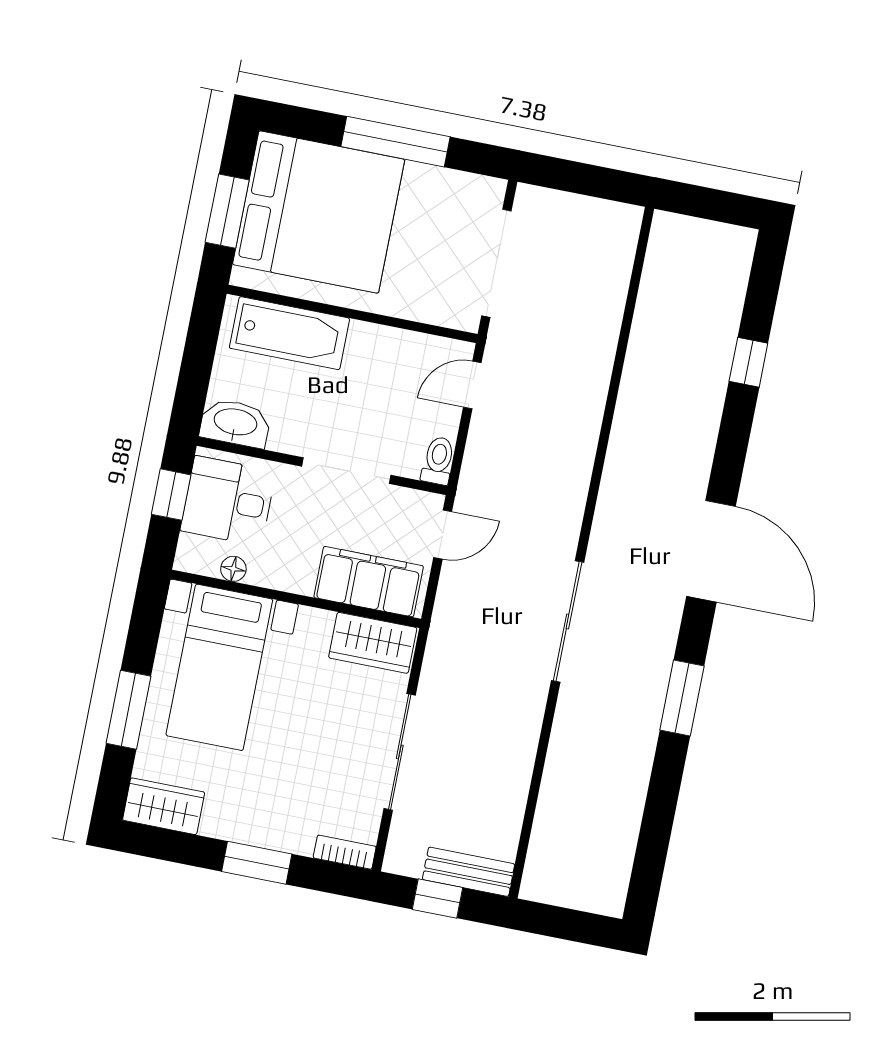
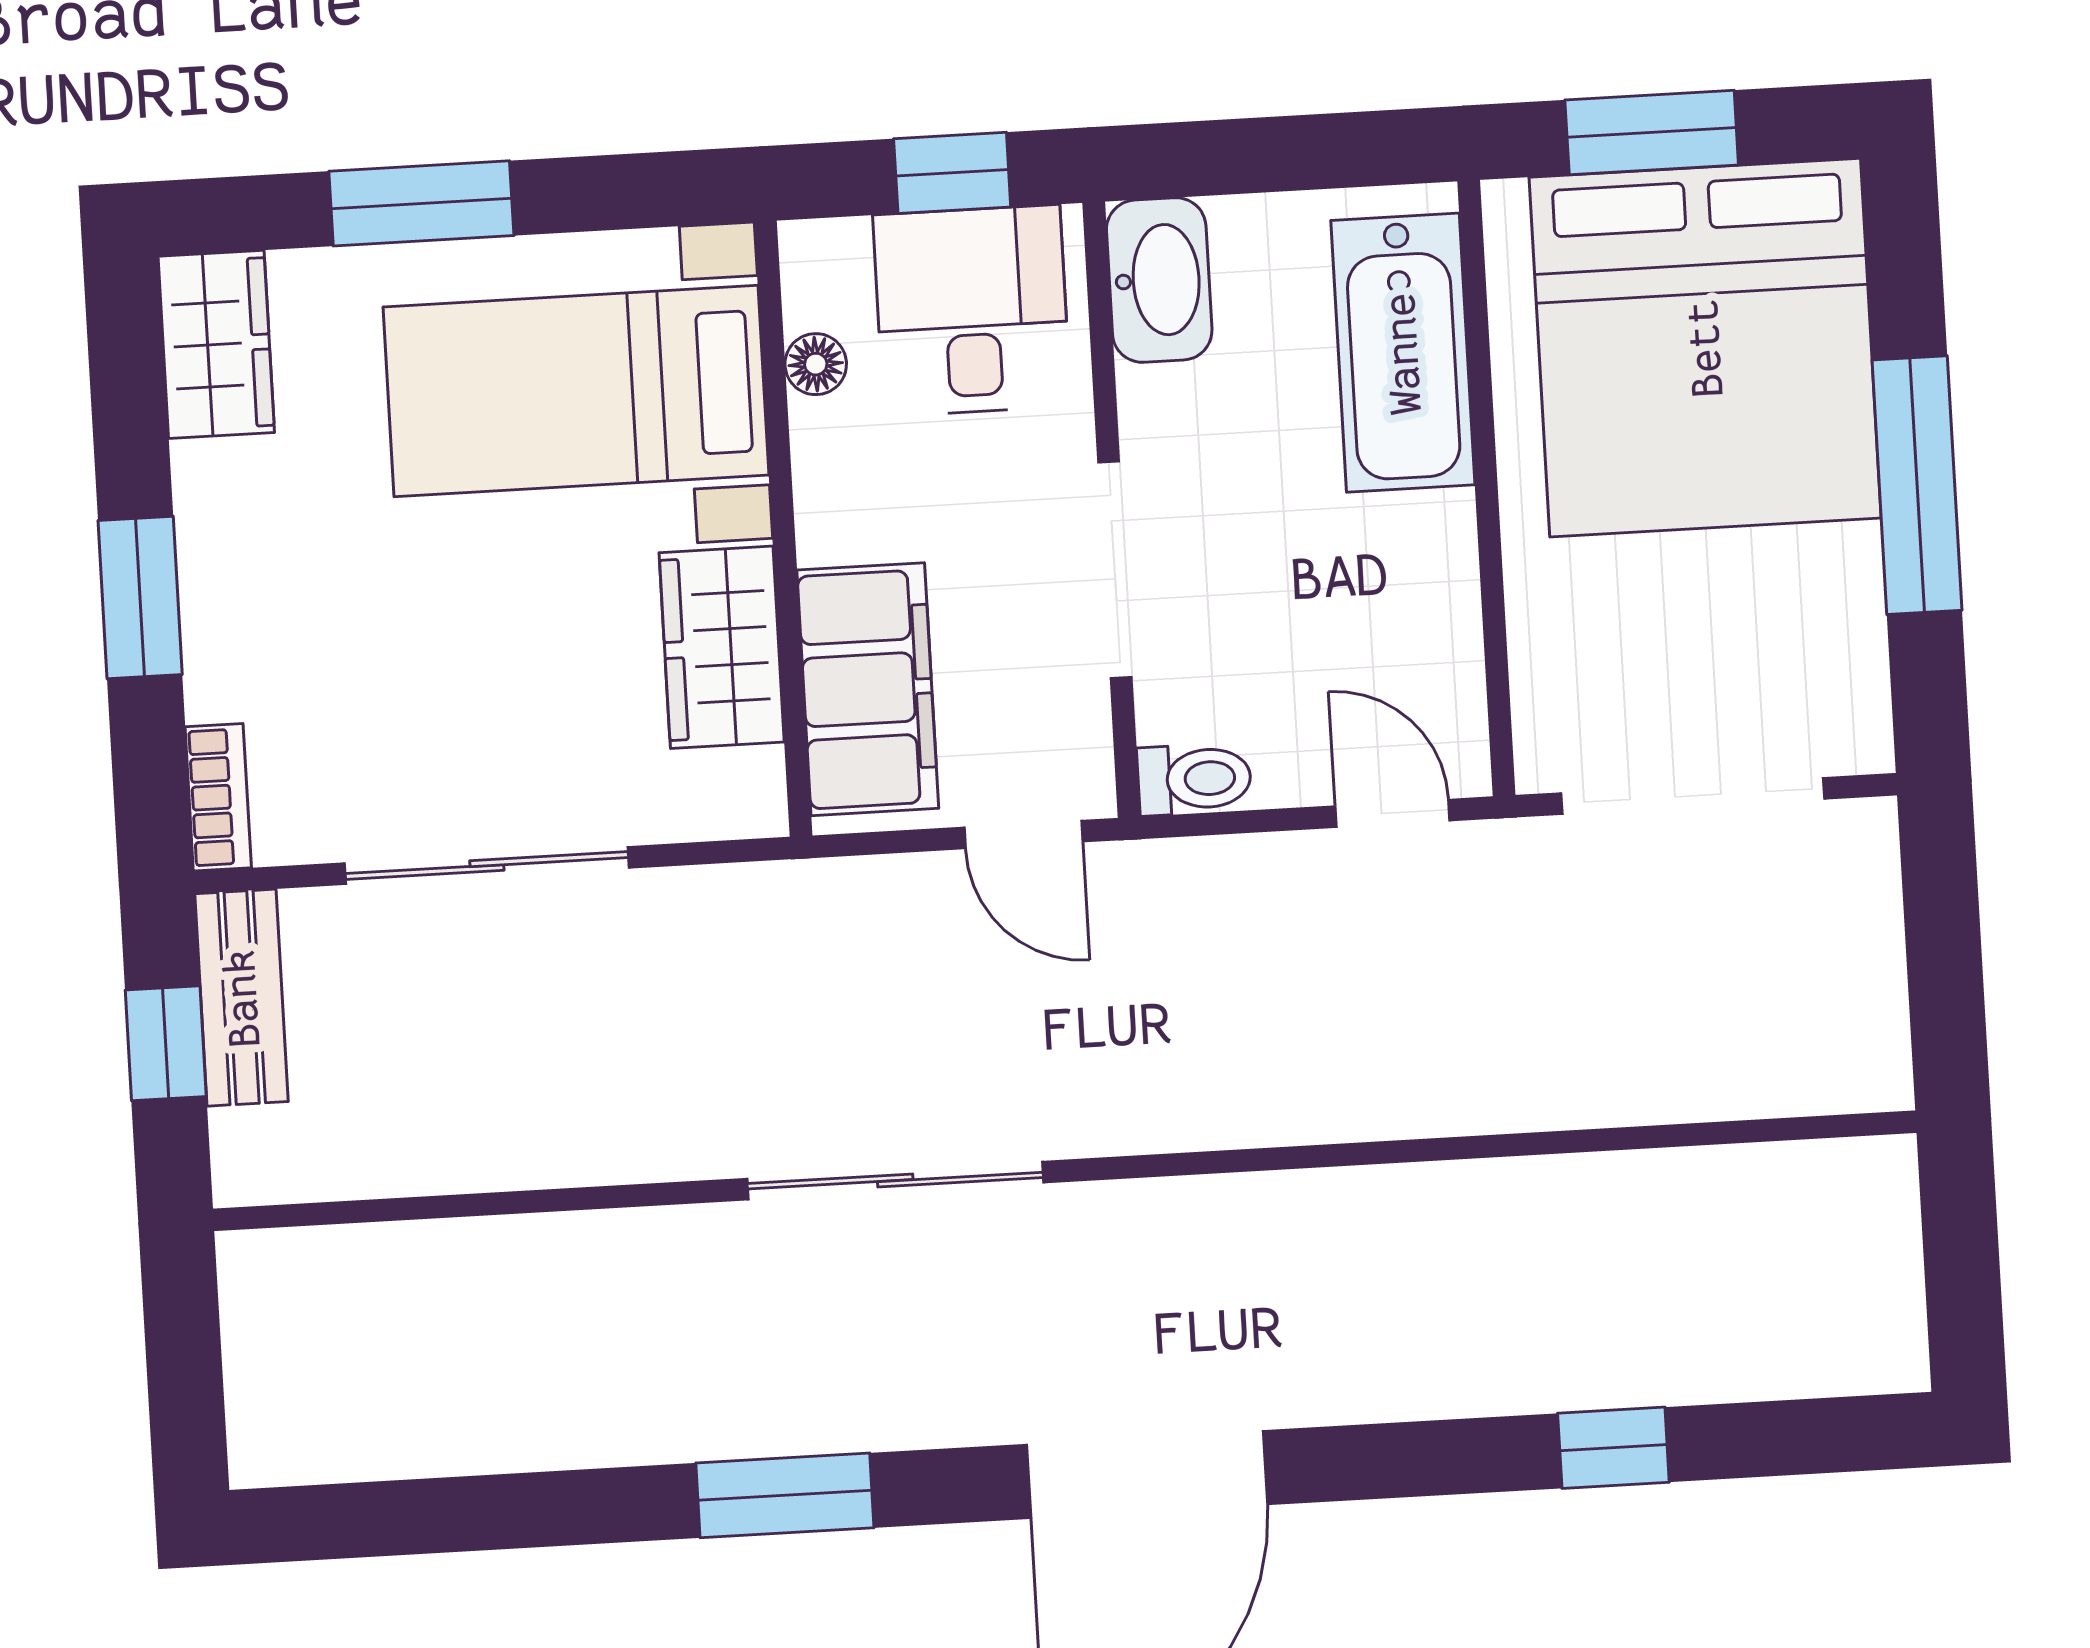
wardrobe: (373, 643) -> (722, 647), moved
bench: (469, 872) -> (242, 998), moved

